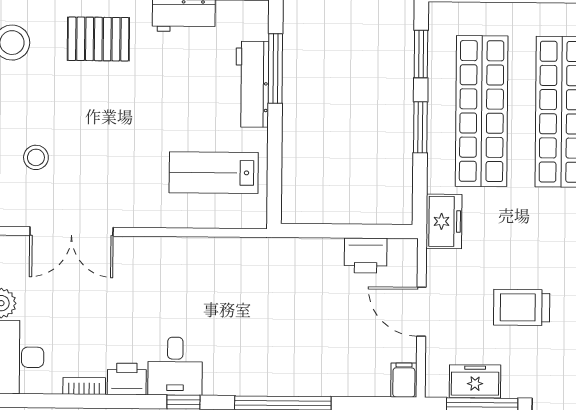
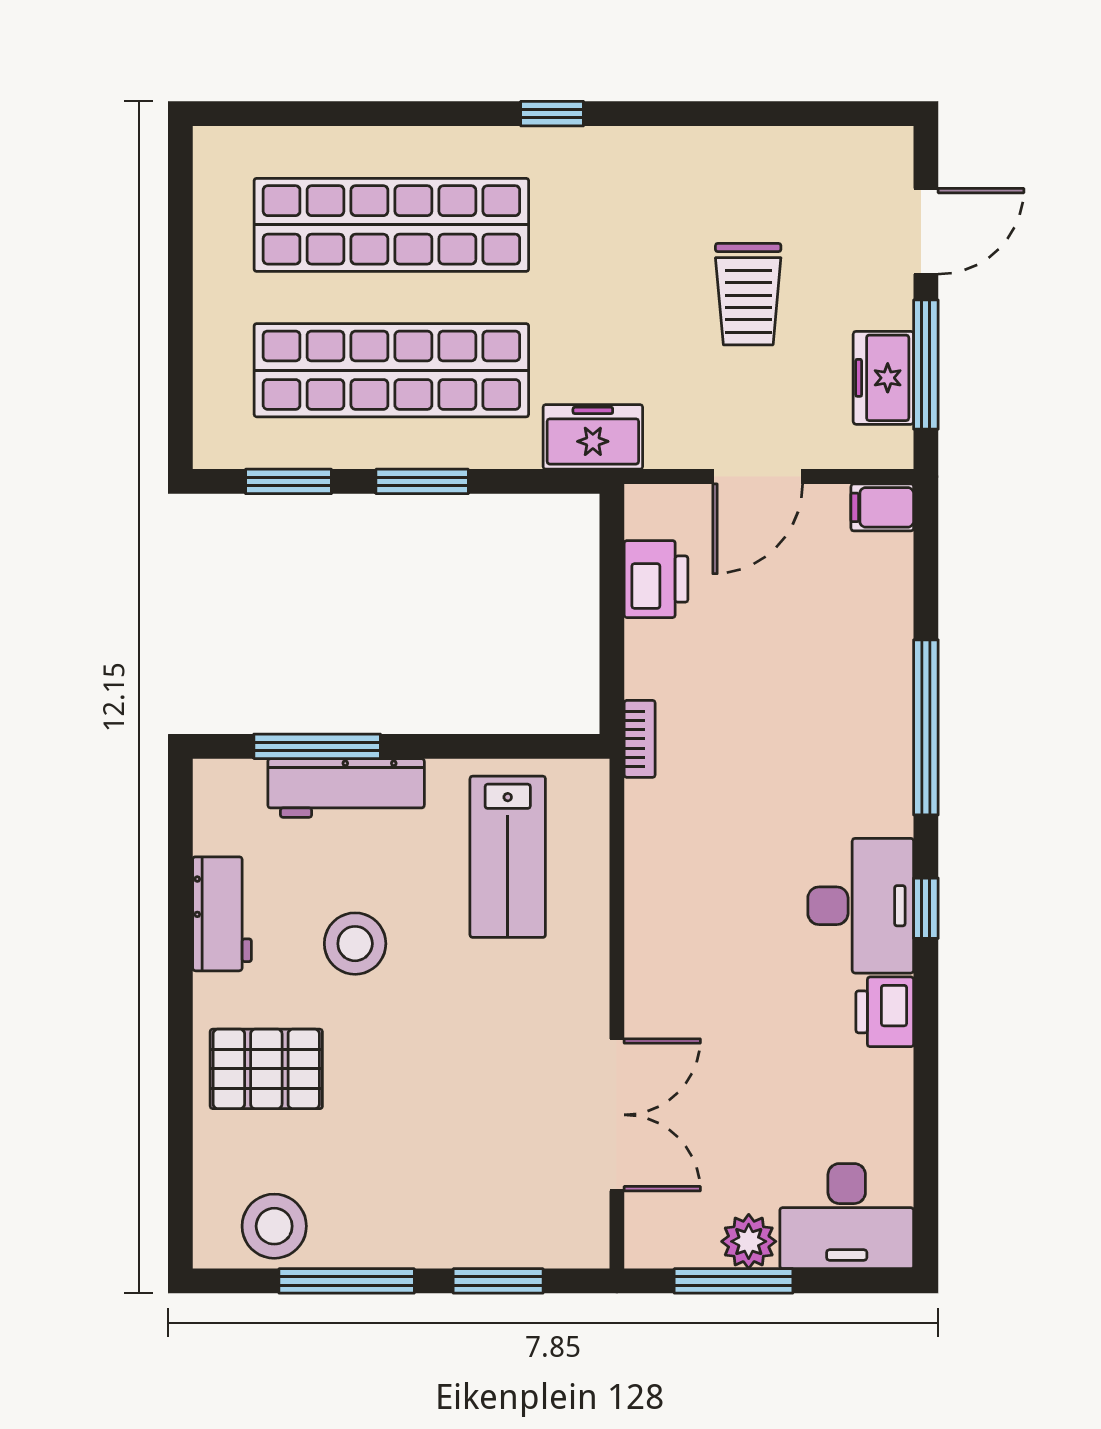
pallet: (98, 39) -> (266, 1069), turned 90
stool: (36, 157) -> (355, 944), moved, width x1.38, depth x1.38
desk: (175, 366) -> (861, 906), width x1.37
bookcase: (84, 386) -> (640, 739), moved, turned 180

